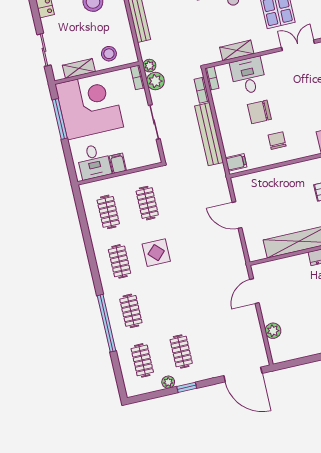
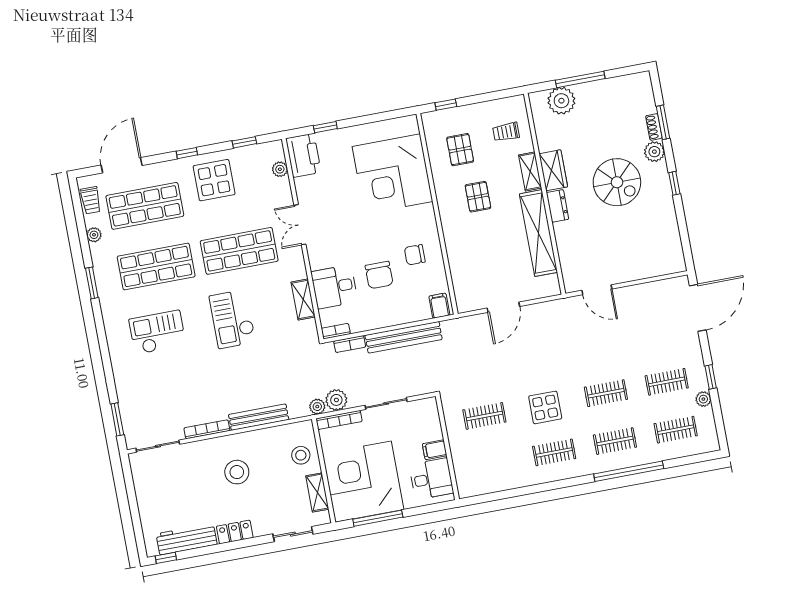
bookcase: (138, 77) -> (339, 420), width x1.56
clothes rail: (108, 212) -> (606, 393), moved
plant: (273, 331) -> (646, 269), removed

